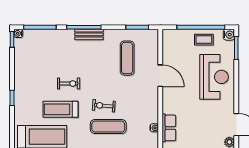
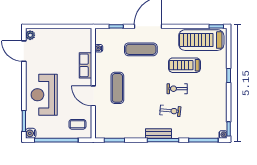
coffee table: (204, 40) -> (77, 124), moved
exercise mat: (127, 58) -> (117, 88), moved
exercise bike: (104, 106) -> (170, 111), moved
treadmill: (60, 109) -> (185, 65), turned 180
row of seats: (169, 128) -> (85, 65), moved

